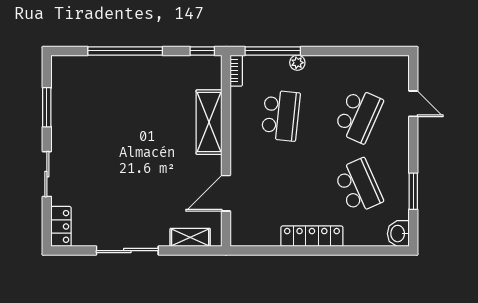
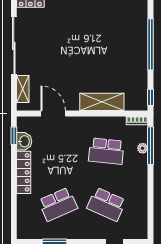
plant: (297, 63) -> (143, 148), moved
washbasin: (398, 234) -> (24, 141), moved, turned 90
sliding door: (127, 251) -> (14, 46), width x1.36
window: (259, 251) -> (14, 136), added

